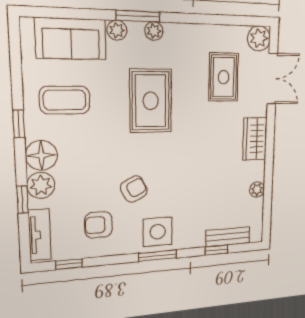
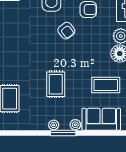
rug: (151, 101) -> (56, 84), width x0.73, depth x0.70
armchair: (134, 189) -> (66, 31), turned -100

